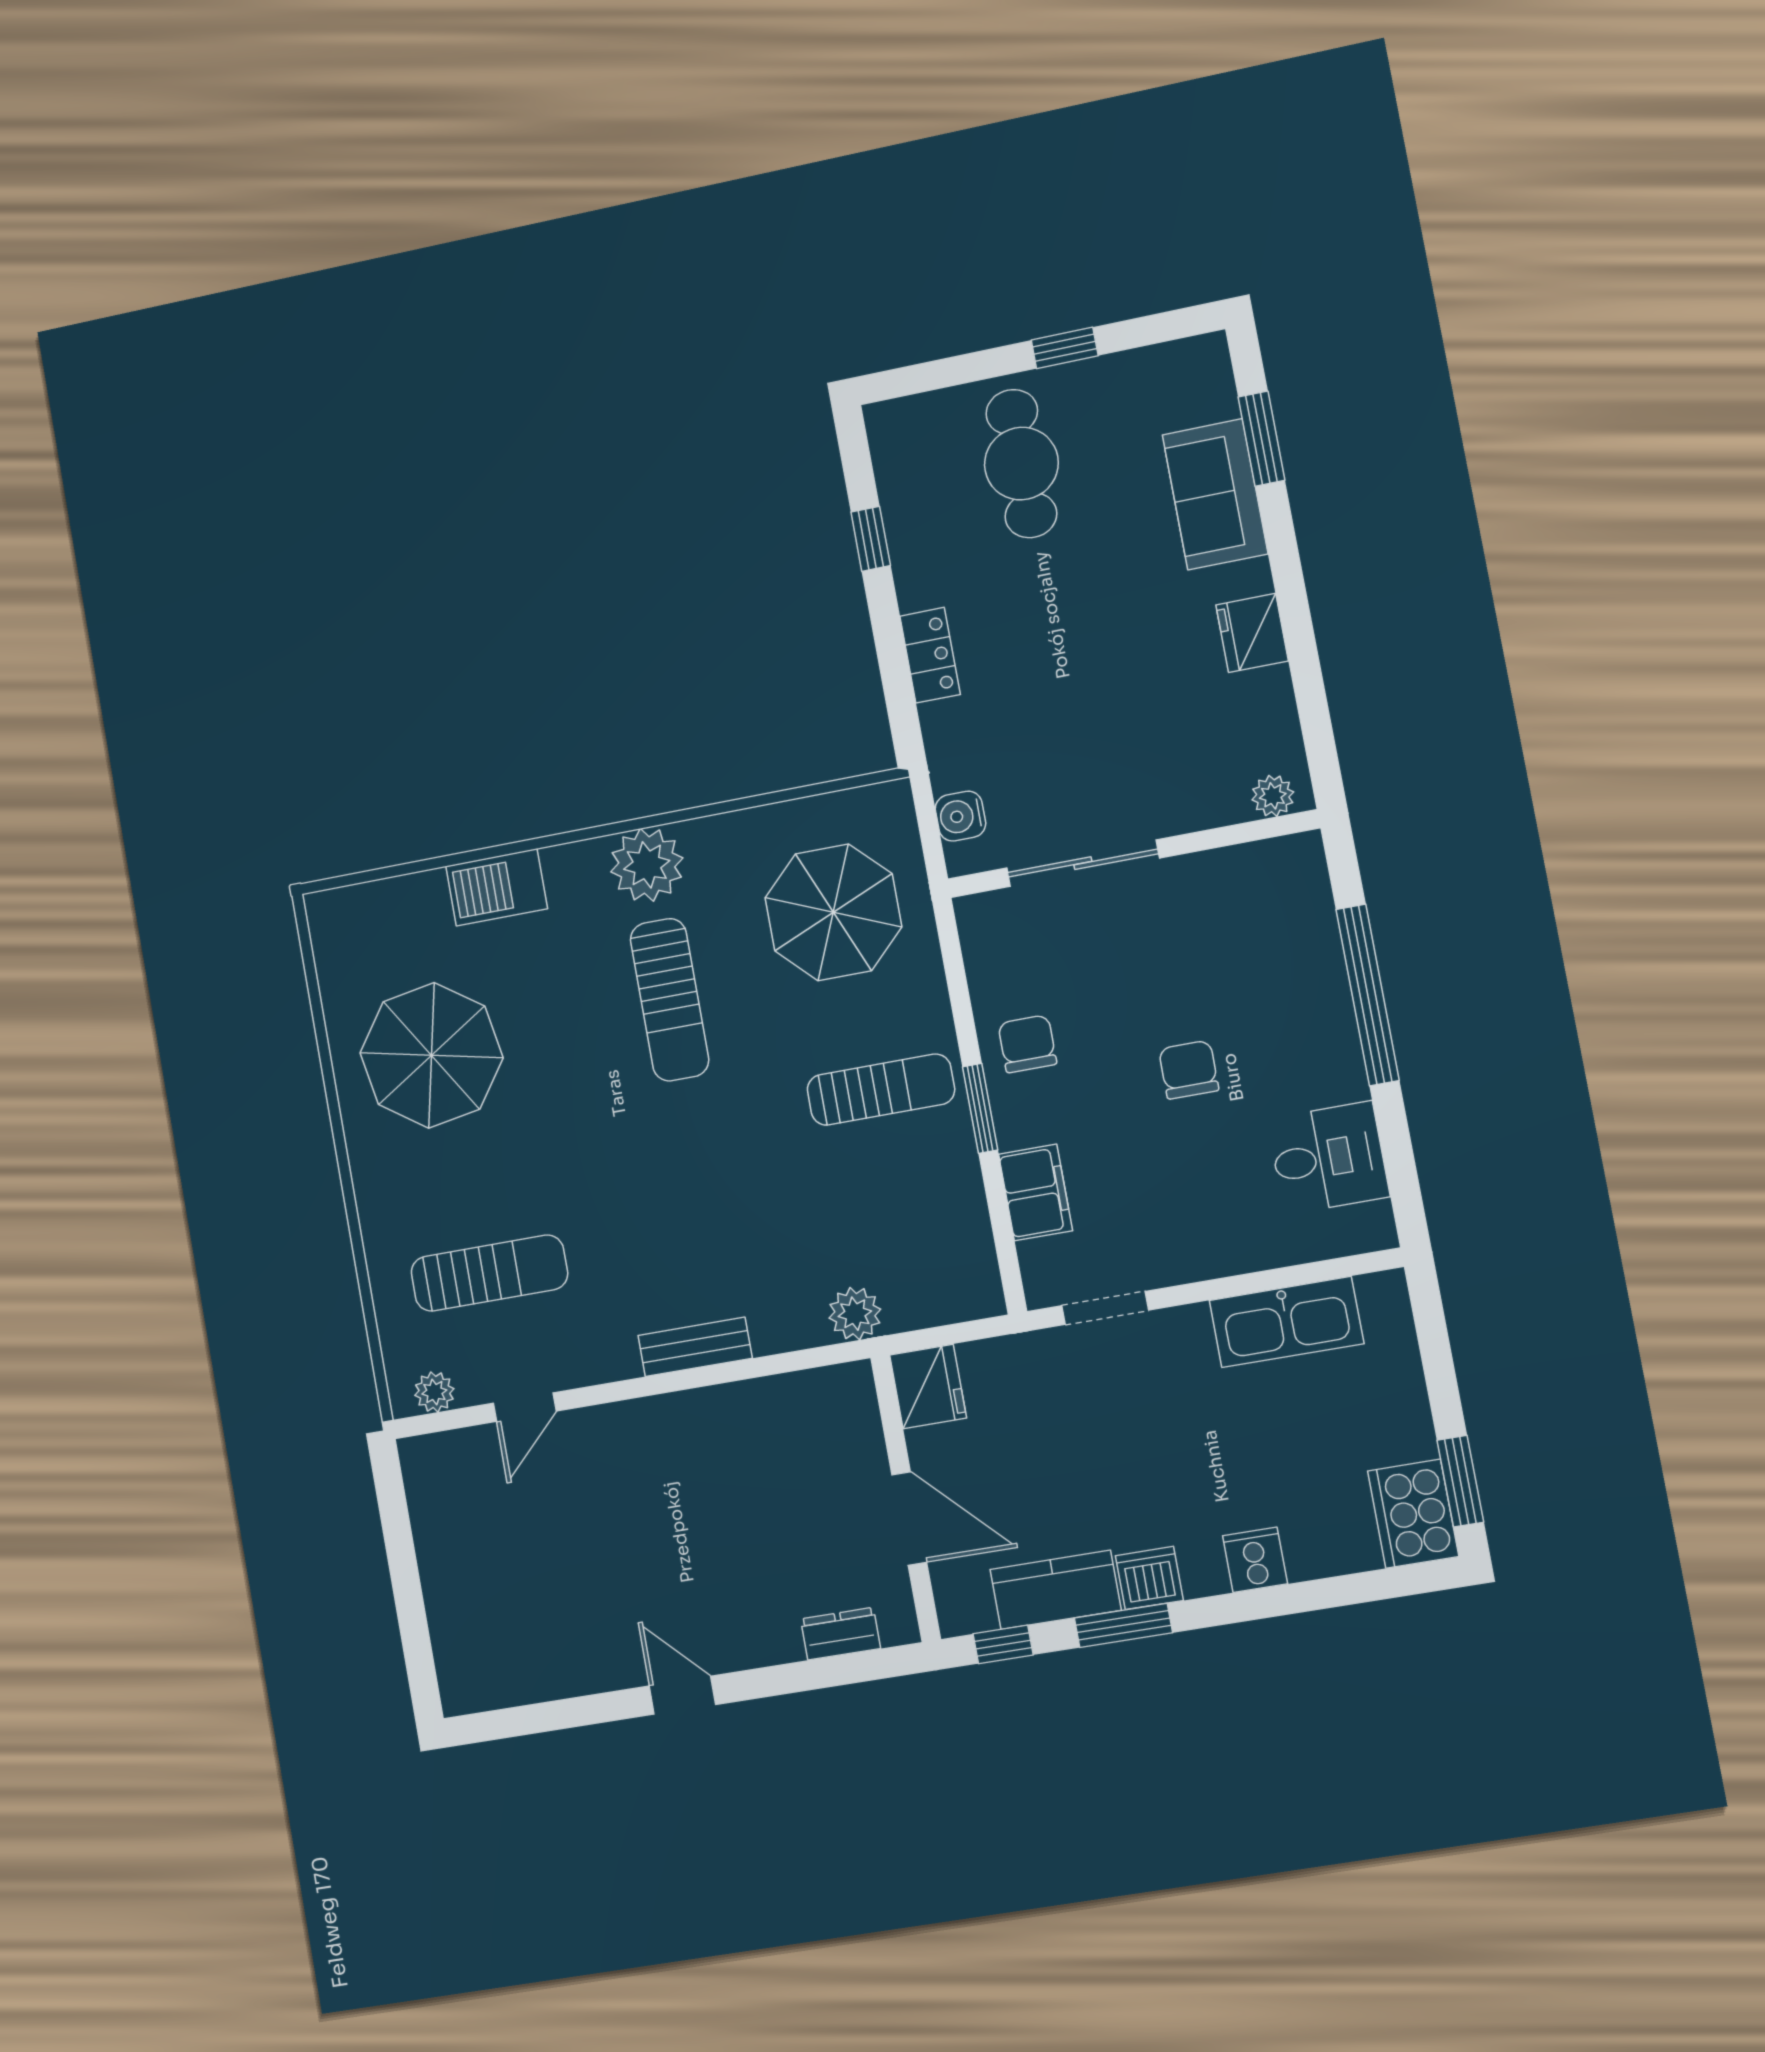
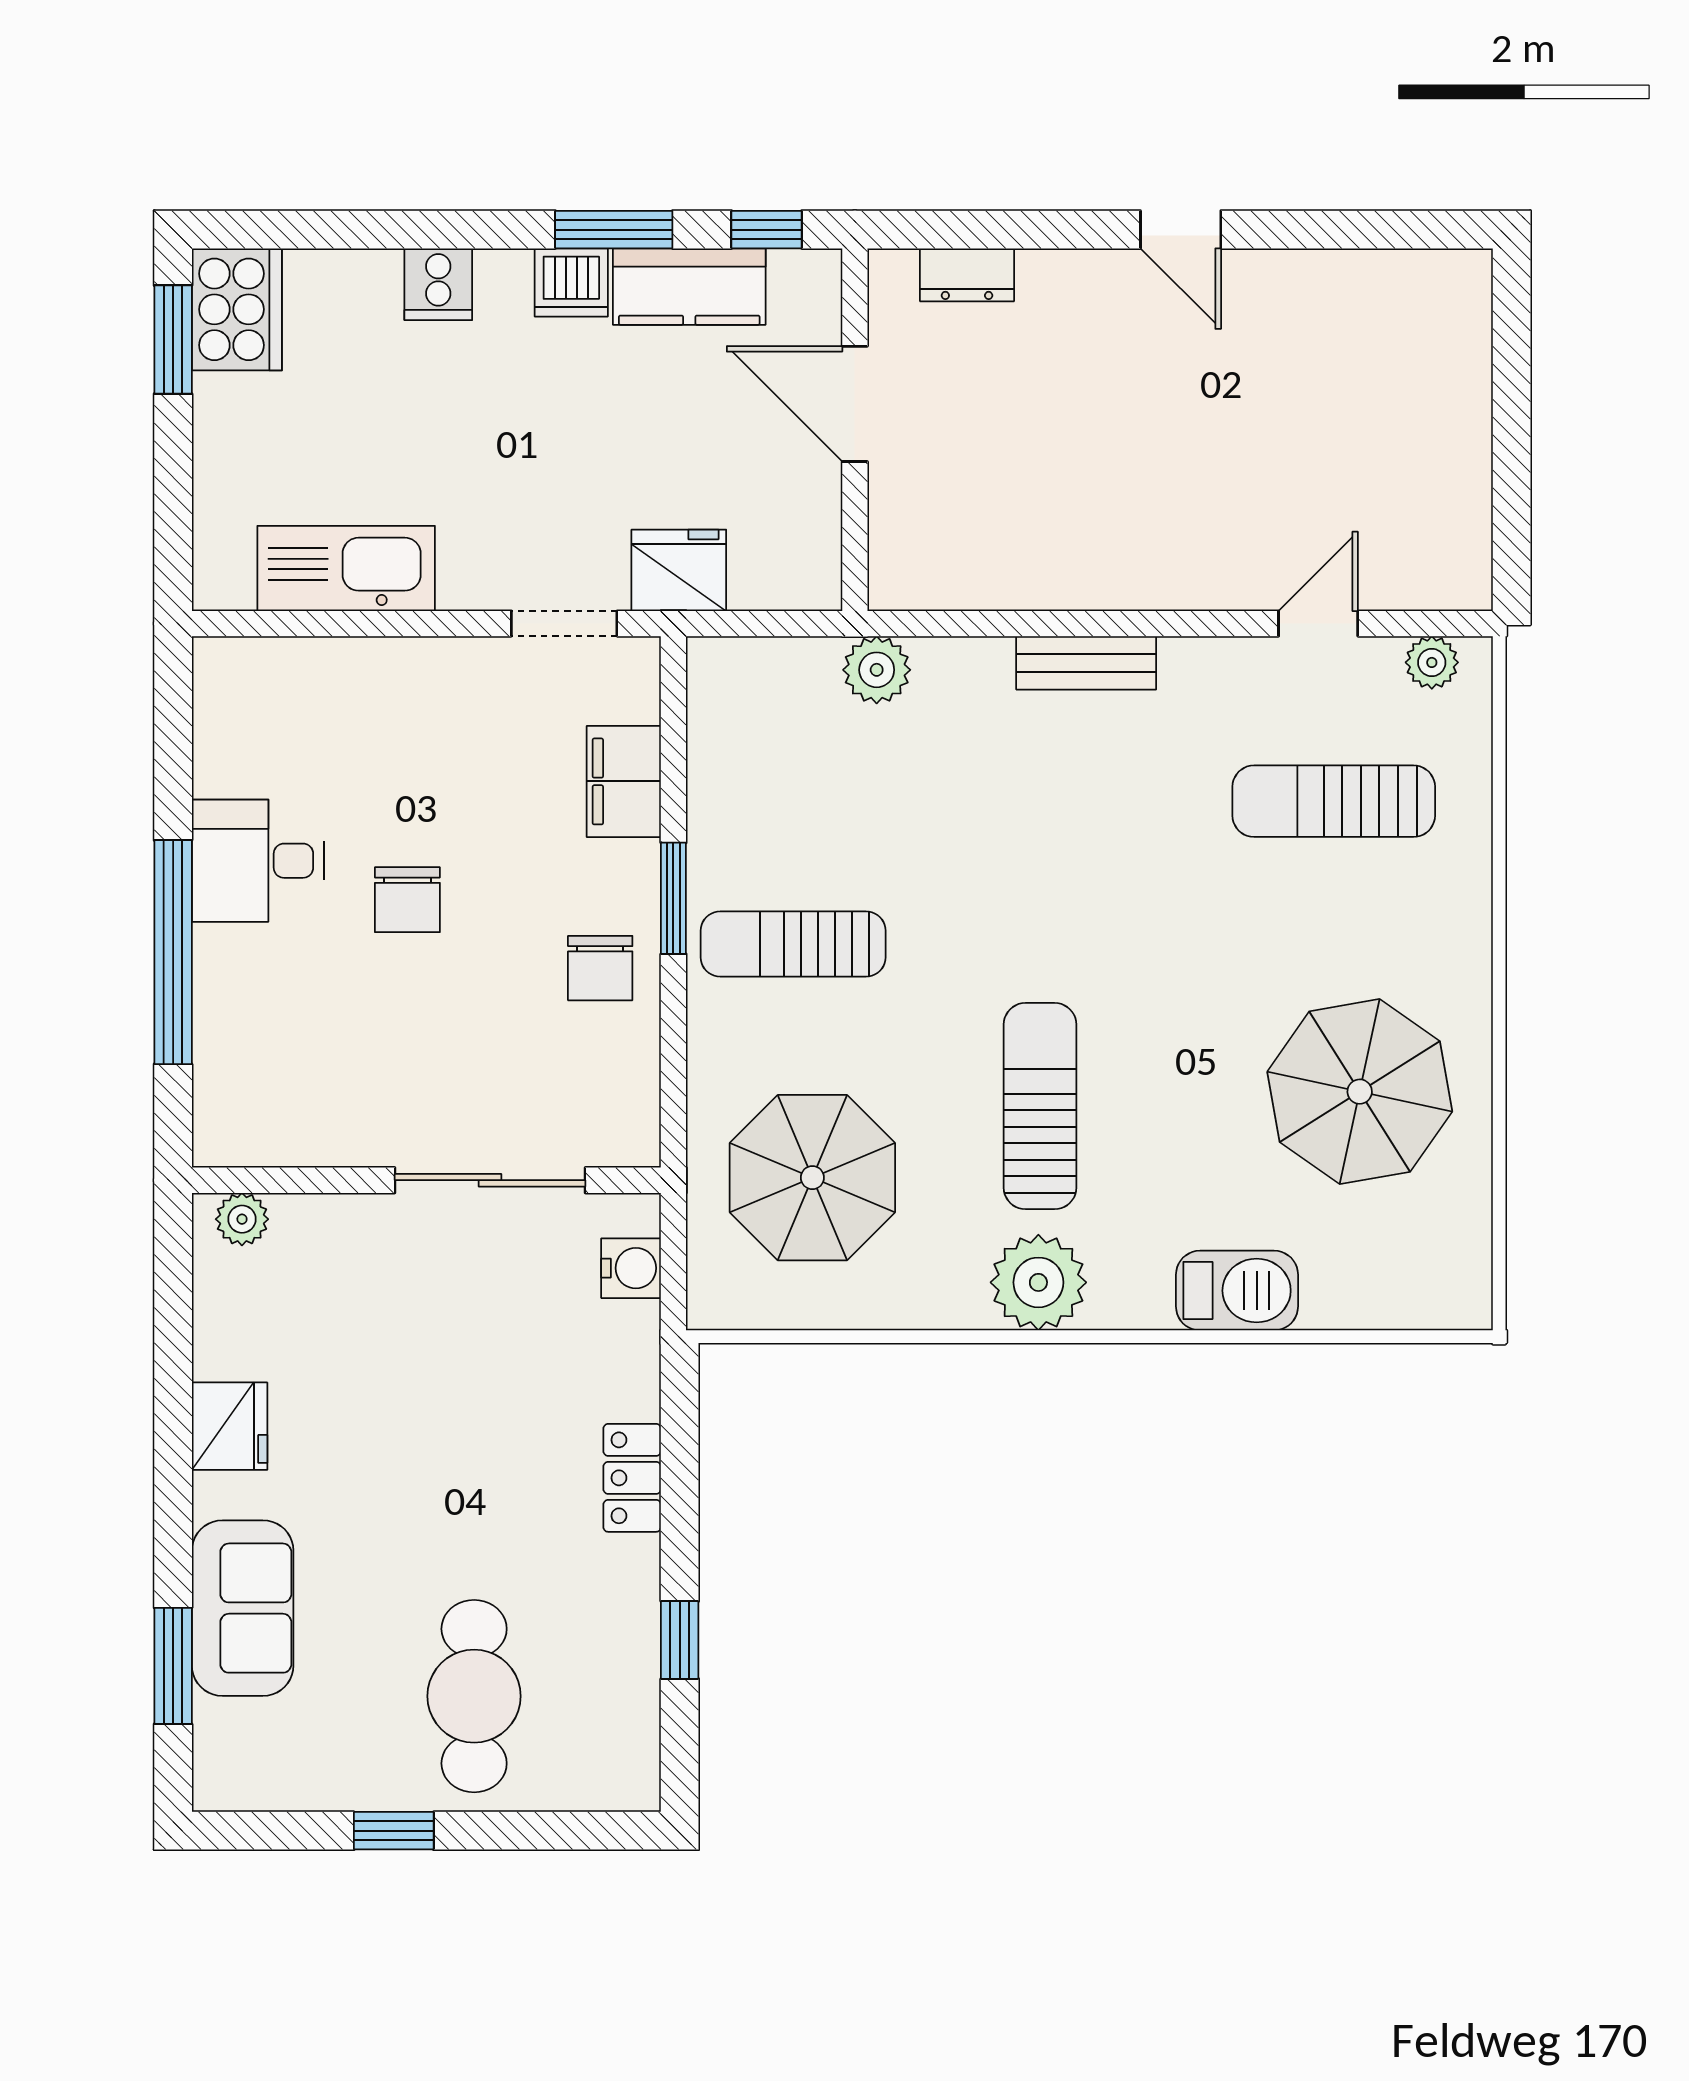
desk: (1328, 1158) -> (258, 861), moved
fridge: (928, 1386) -> (679, 570), moved, turned 90

